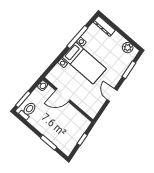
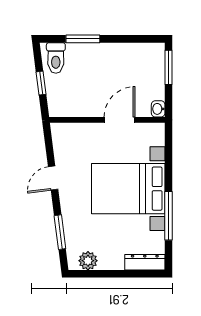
bed with nightstands: (84, 63) -> (128, 189), width x1.36
door: (112, 95) -> (53, 178), swing flipped
toilet: (28, 110) -> (56, 58), moved

